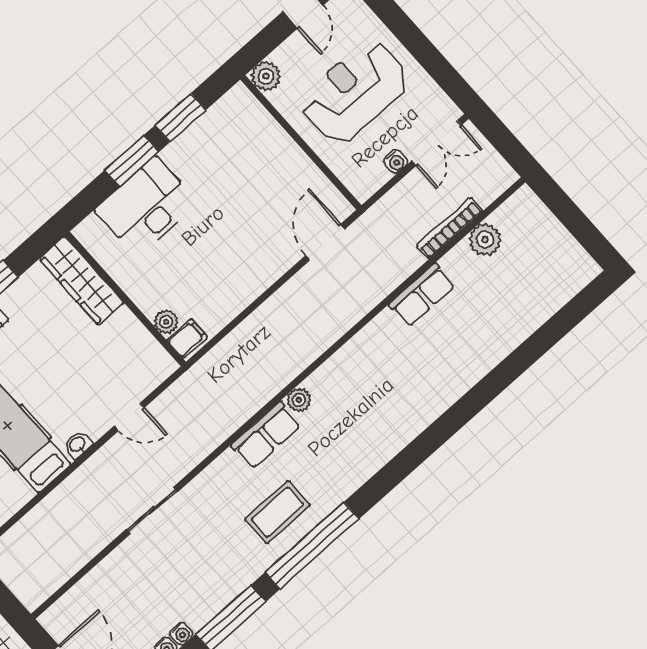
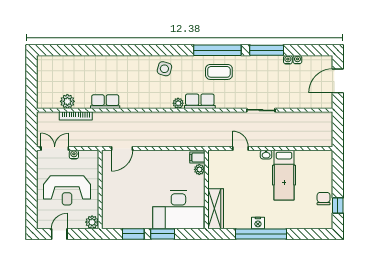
desk: (146, 207) -> (178, 210), width x1.36, depth x1.30
side table: (373, 437) -> (164, 69), added

